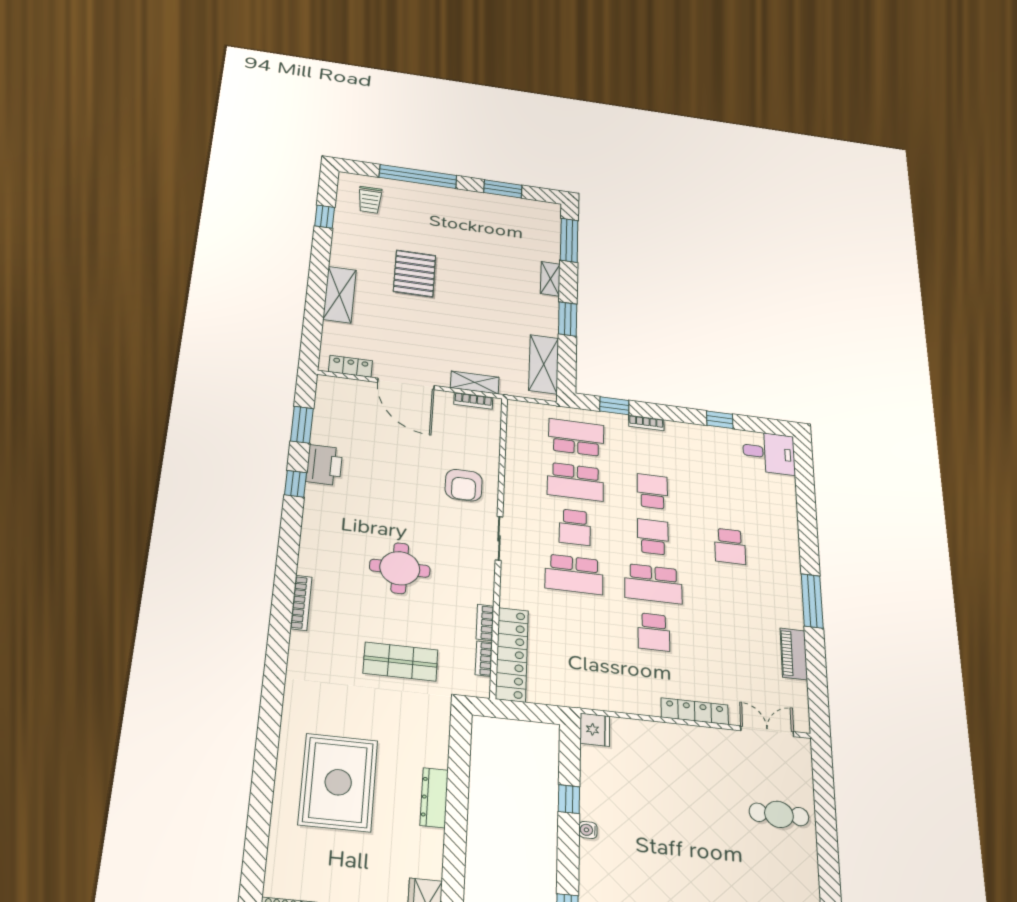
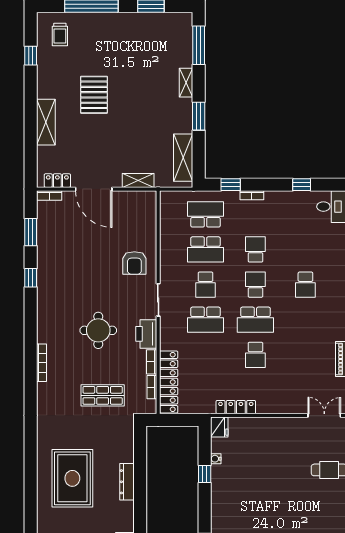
bookcase: (473, 401) -> (49, 195), moved
printer: (324, 465) -> (146, 334), moved, turned 180
locker: (695, 711) -> (236, 407), moved
water cooler: (588, 830) -> (216, 459), moved

